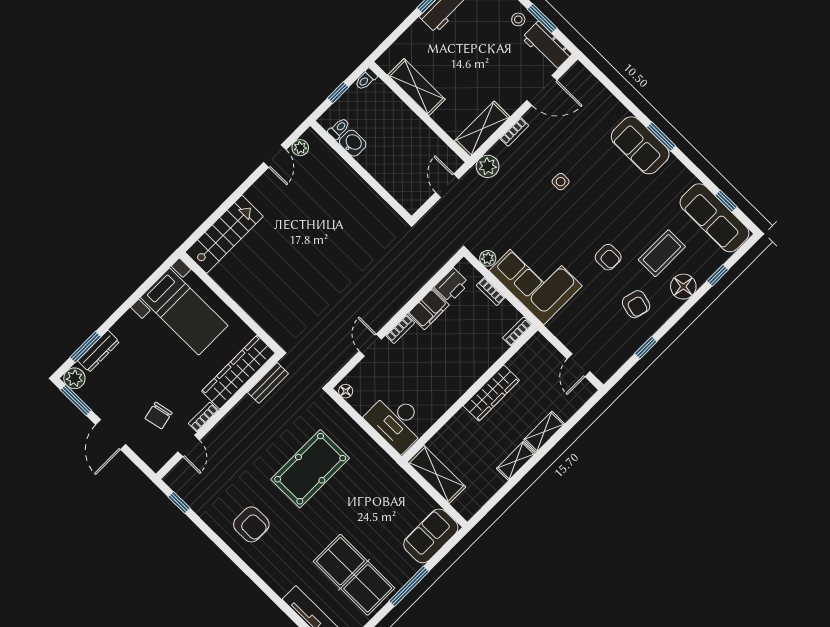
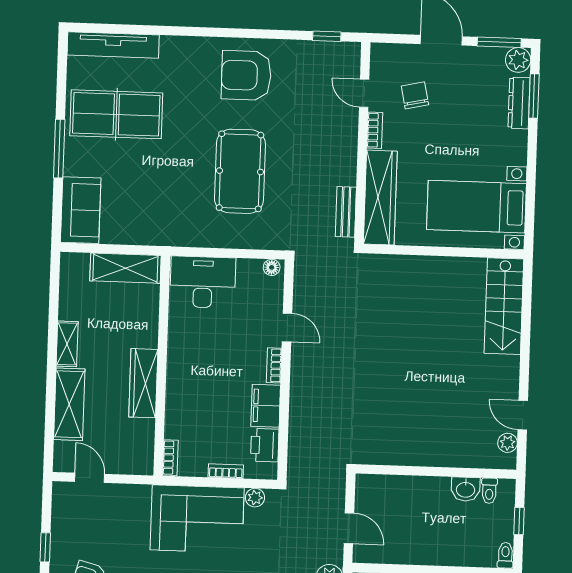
shelving: (544, 432) -> (69, 404), width x1.50, depth x1.33
armchair: (251, 524) -> (246, 75), width x1.36, depth x1.36

